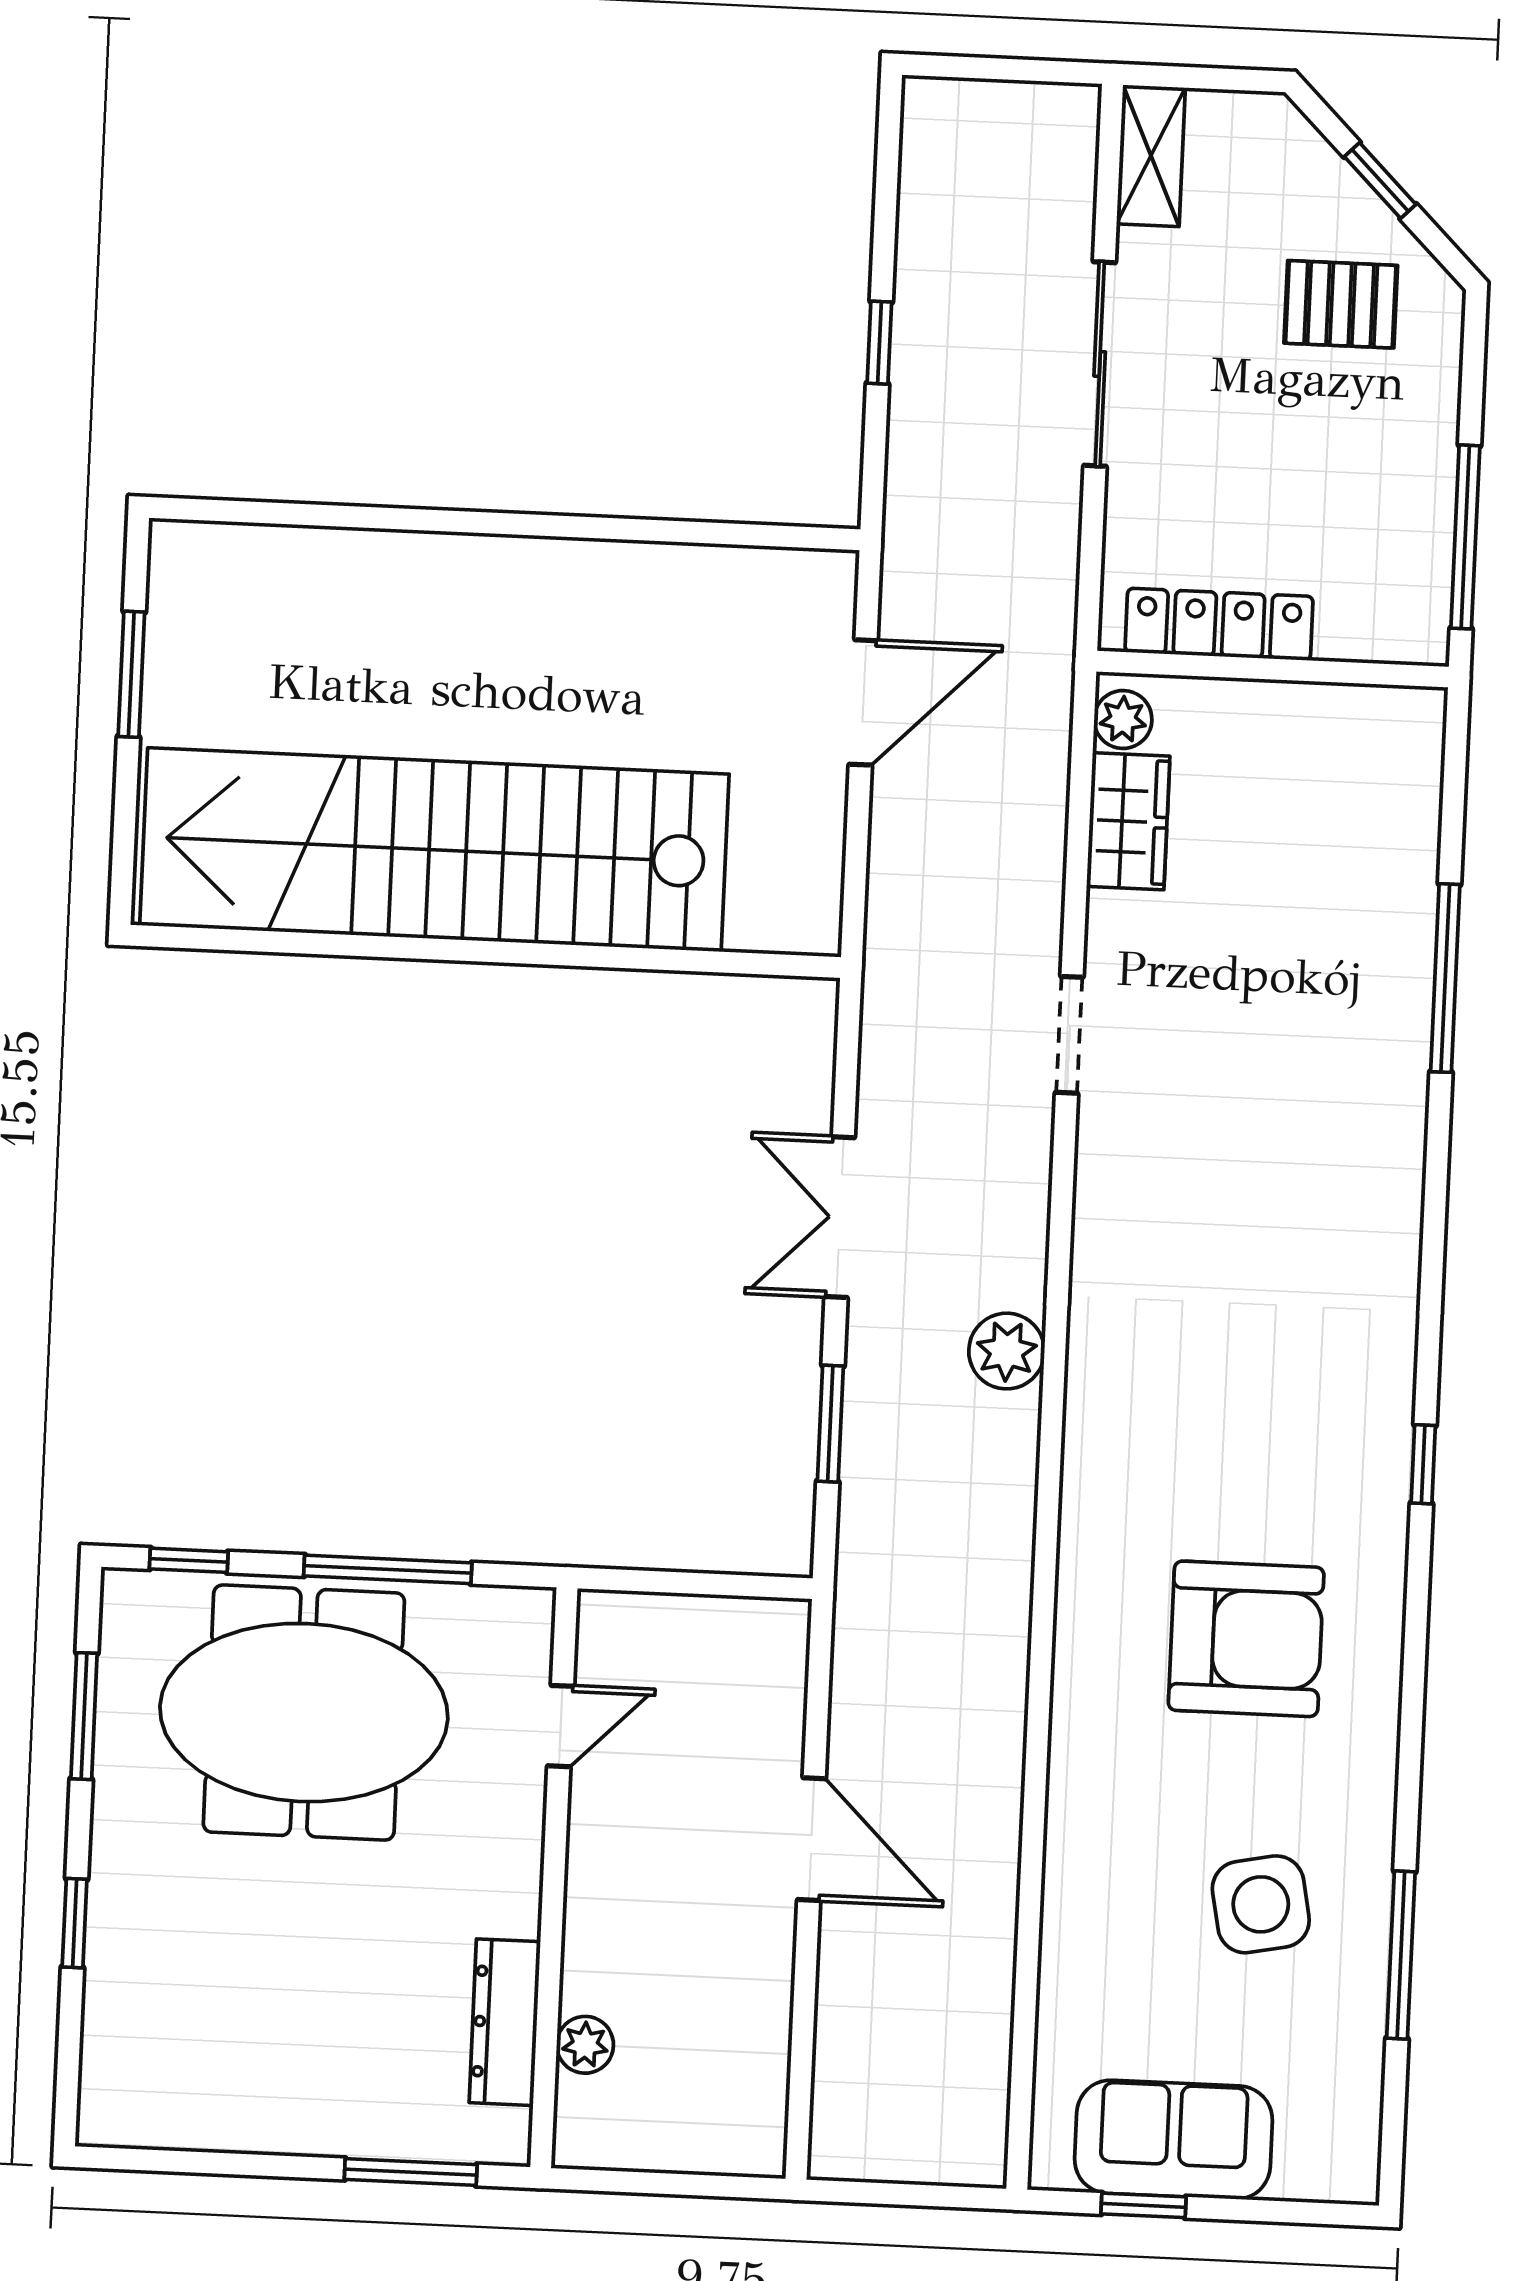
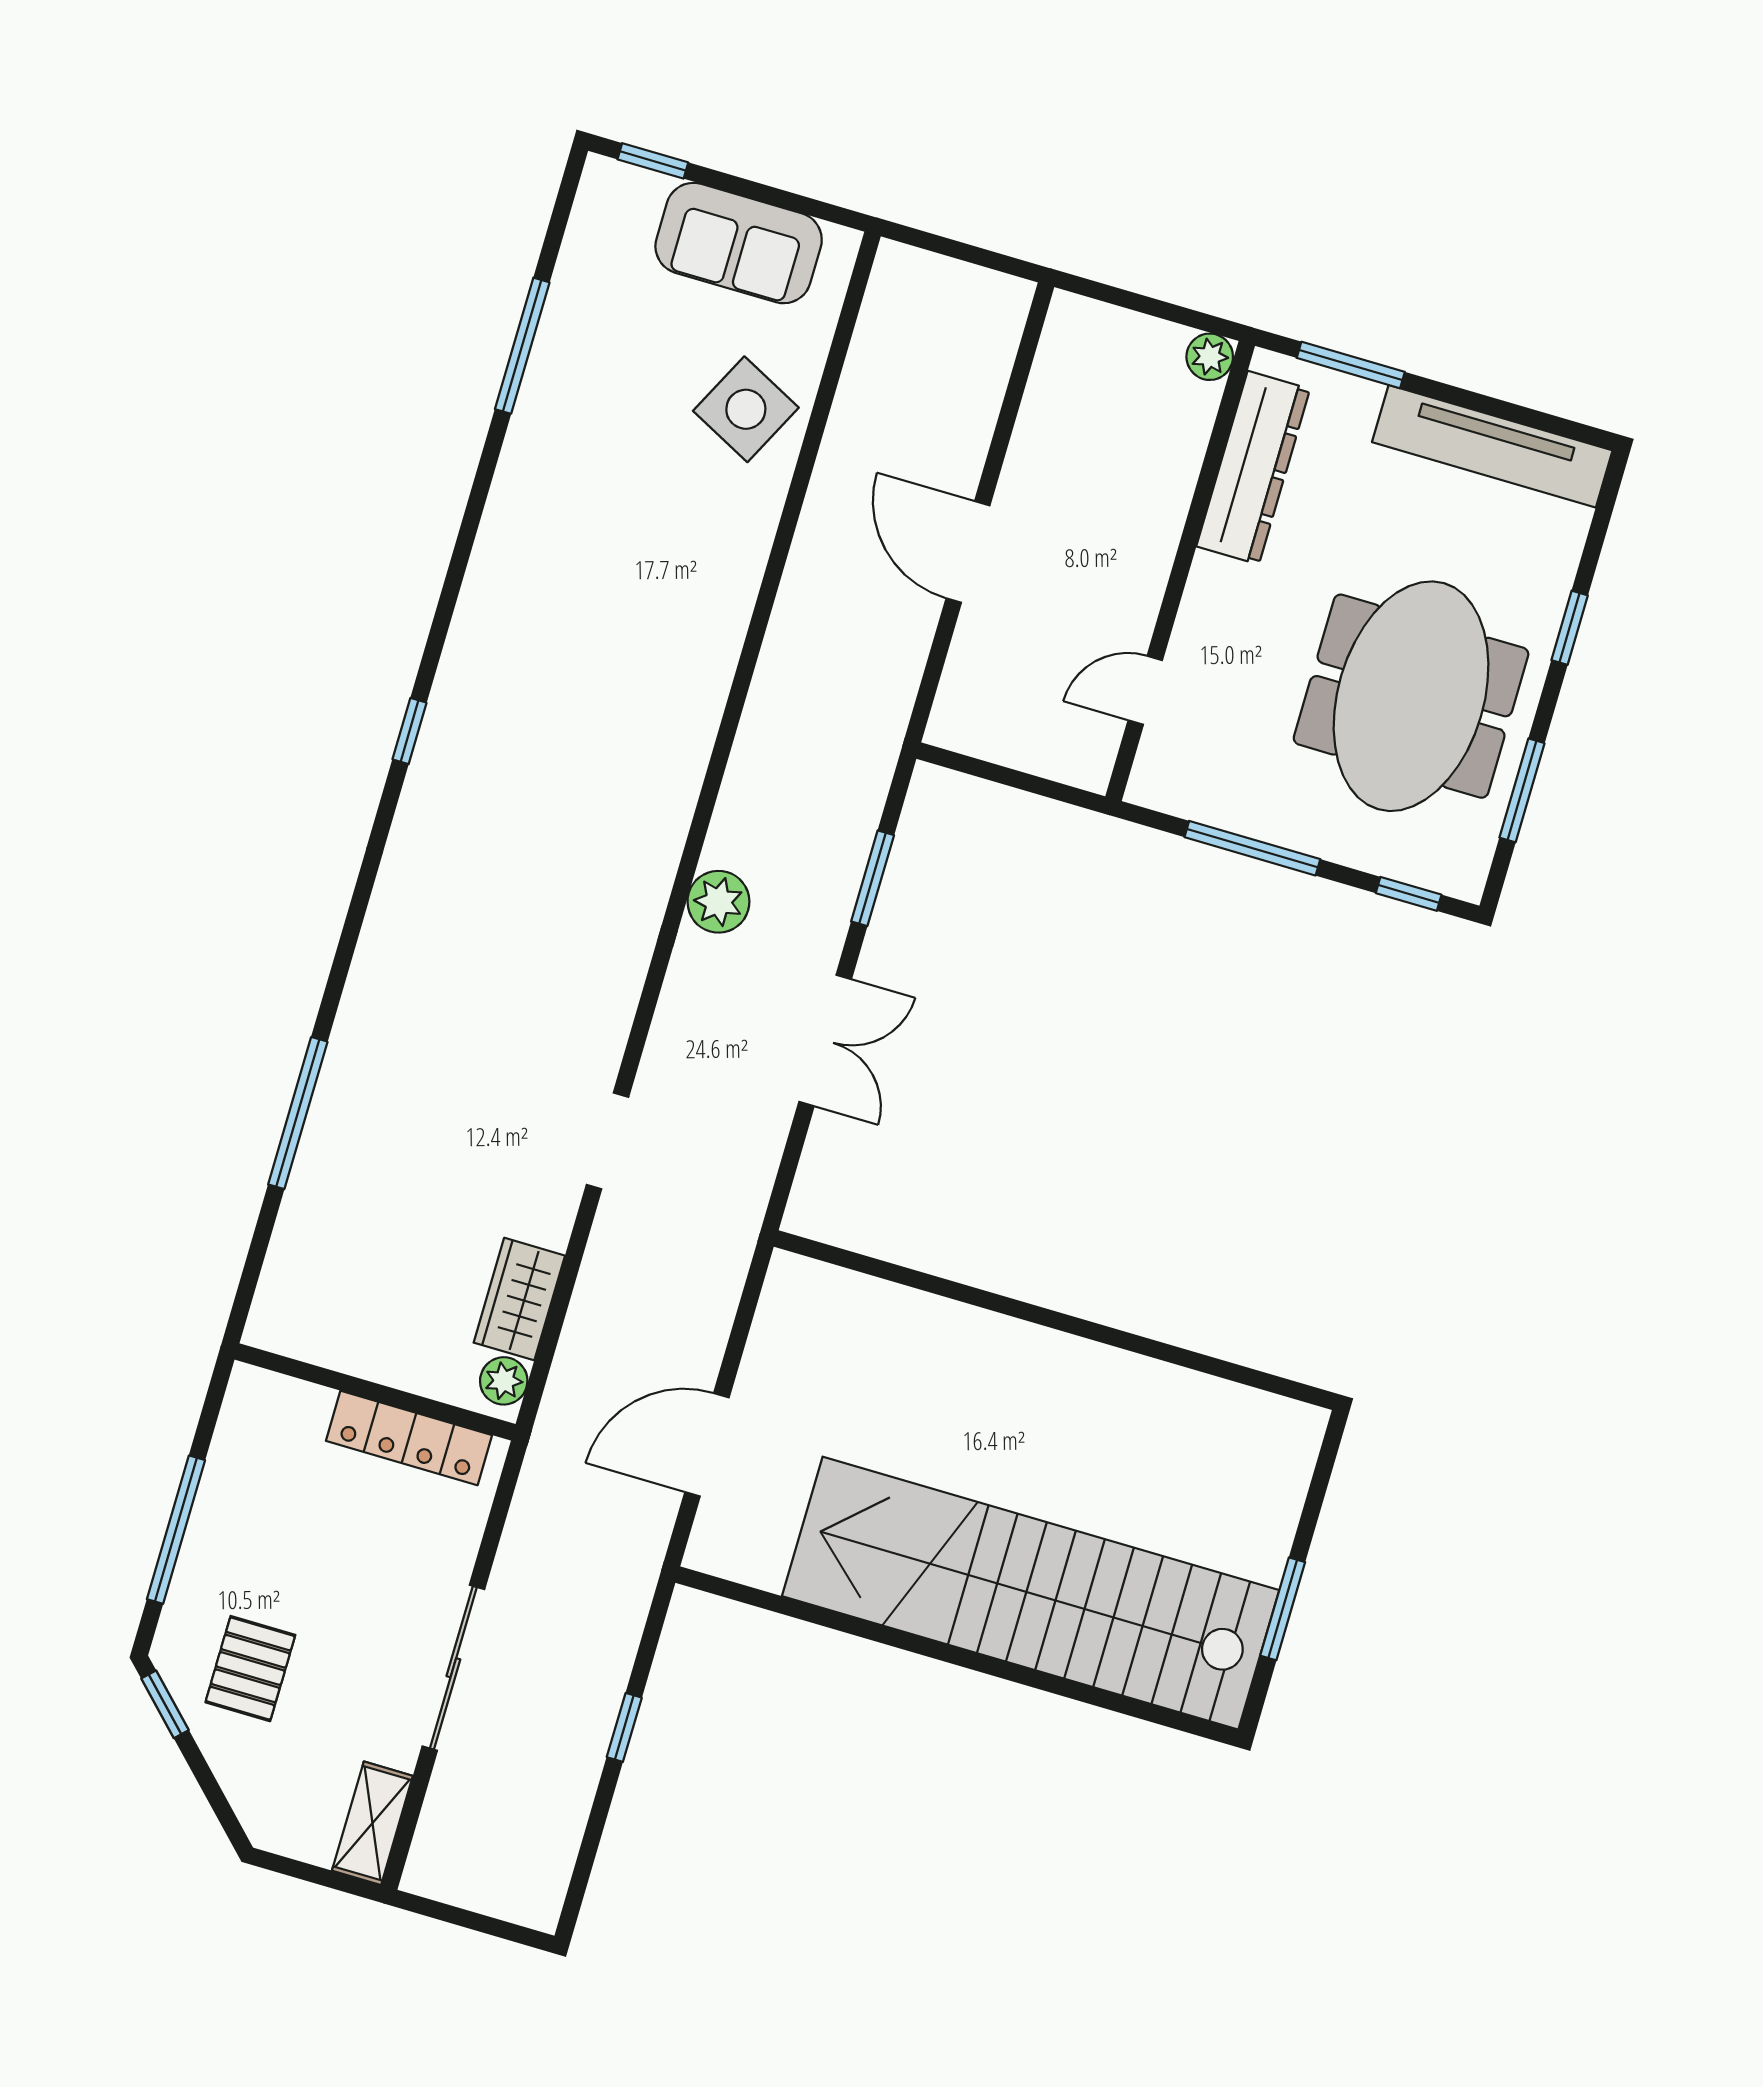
window: (1380, 180) -> (165, 1704), moved
pallet: (1341, 304) -> (250, 1669), turned 90
window: (1465, 537) -> (176, 1530), moved
stairs: (434, 850) -> (1031, 1593), moved, turned 180
armchair: (1246, 1639) -> (584, 627), removed
meeting table: (304, 1713) -> (1411, 696), moved, turned 90
side table: (1261, 1904) -> (746, 409), moved, turned 38
dresser: (505, 2022) -> (1253, 468), width x1.37, depth x1.24
plant: (585, 2045) -> (1210, 357), moved
tv unit: (219, 2116) -> (1492, 446), added
window: (1144, 2205) -> (653, 161), moved

